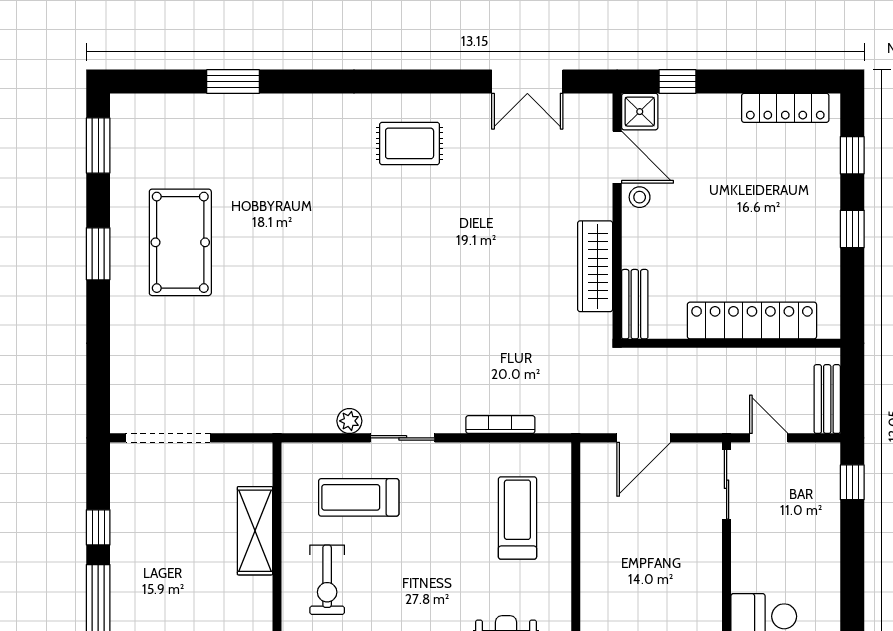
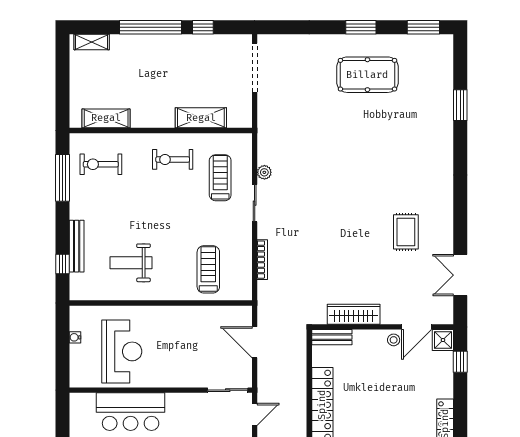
rug: (410, 143) -> (406, 232), moved
treadmill: (517, 518) -> (208, 269), turned -90

